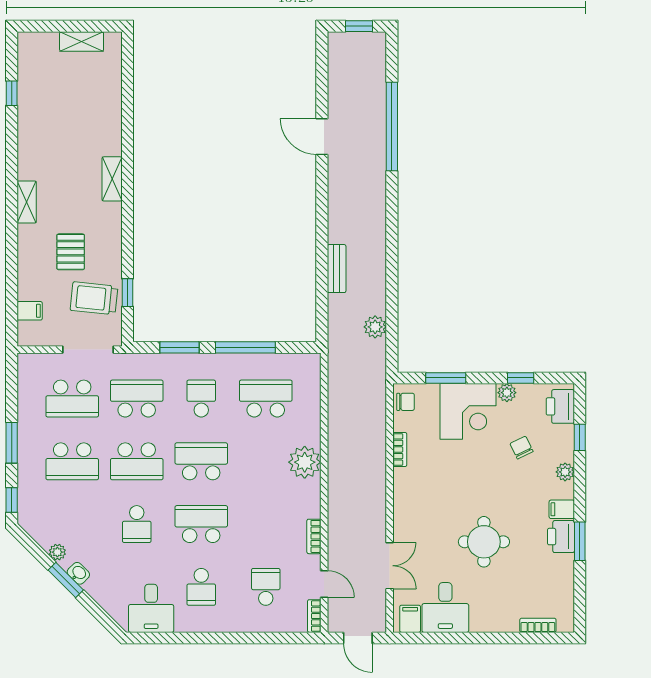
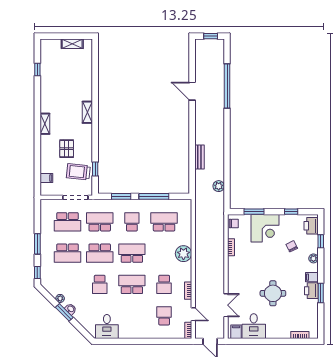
plant: (507, 393) -> (284, 219), removed
school desk: (201, 587) -> (164, 284), moved

